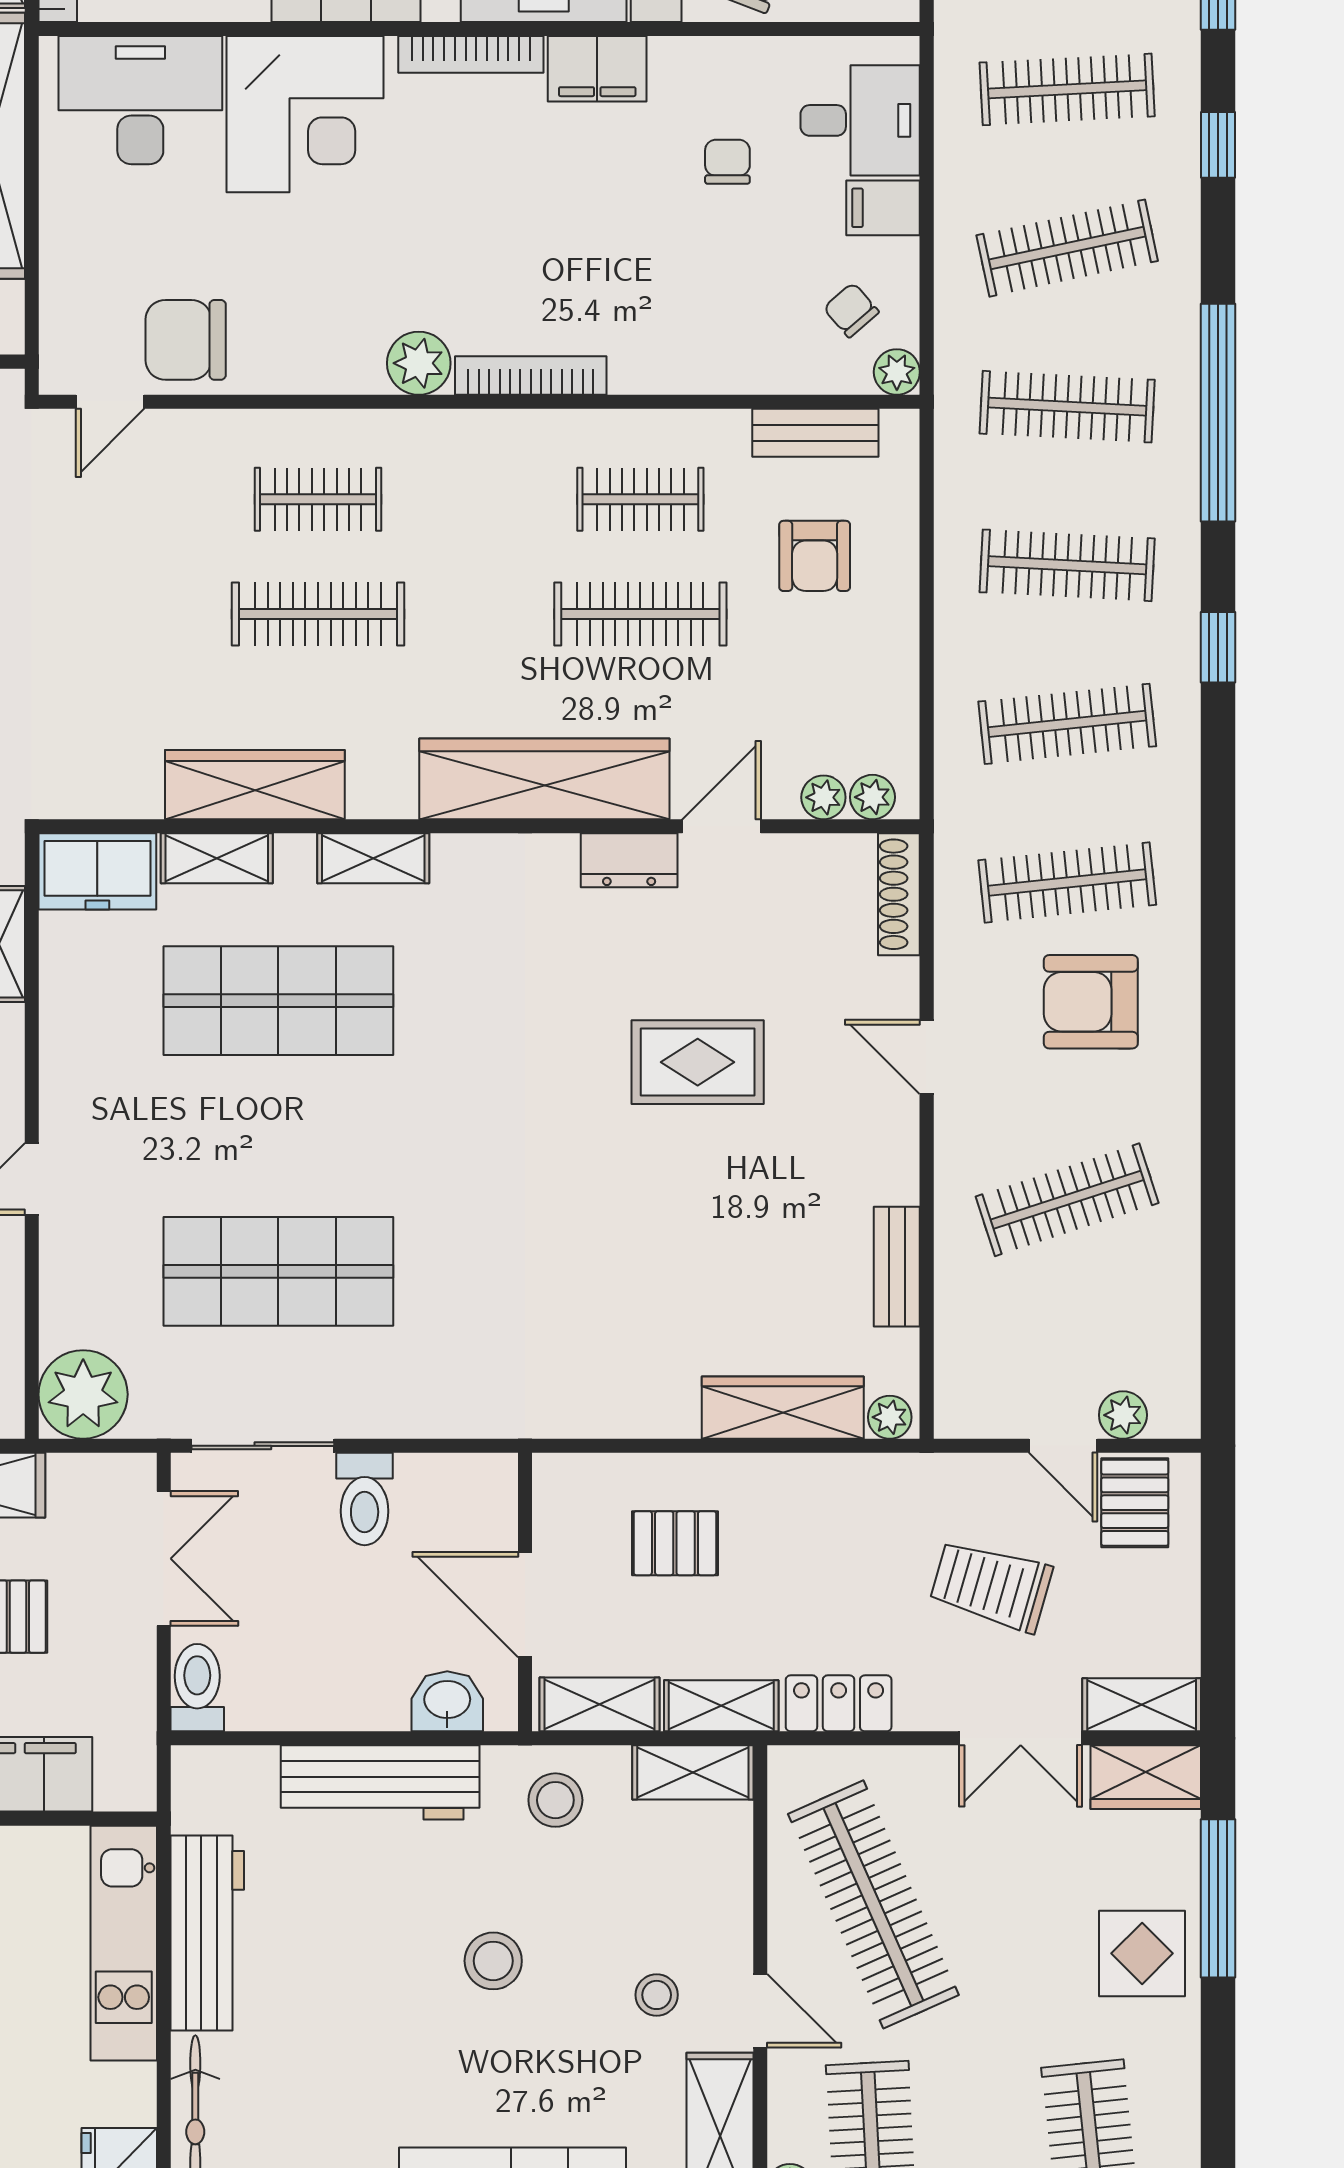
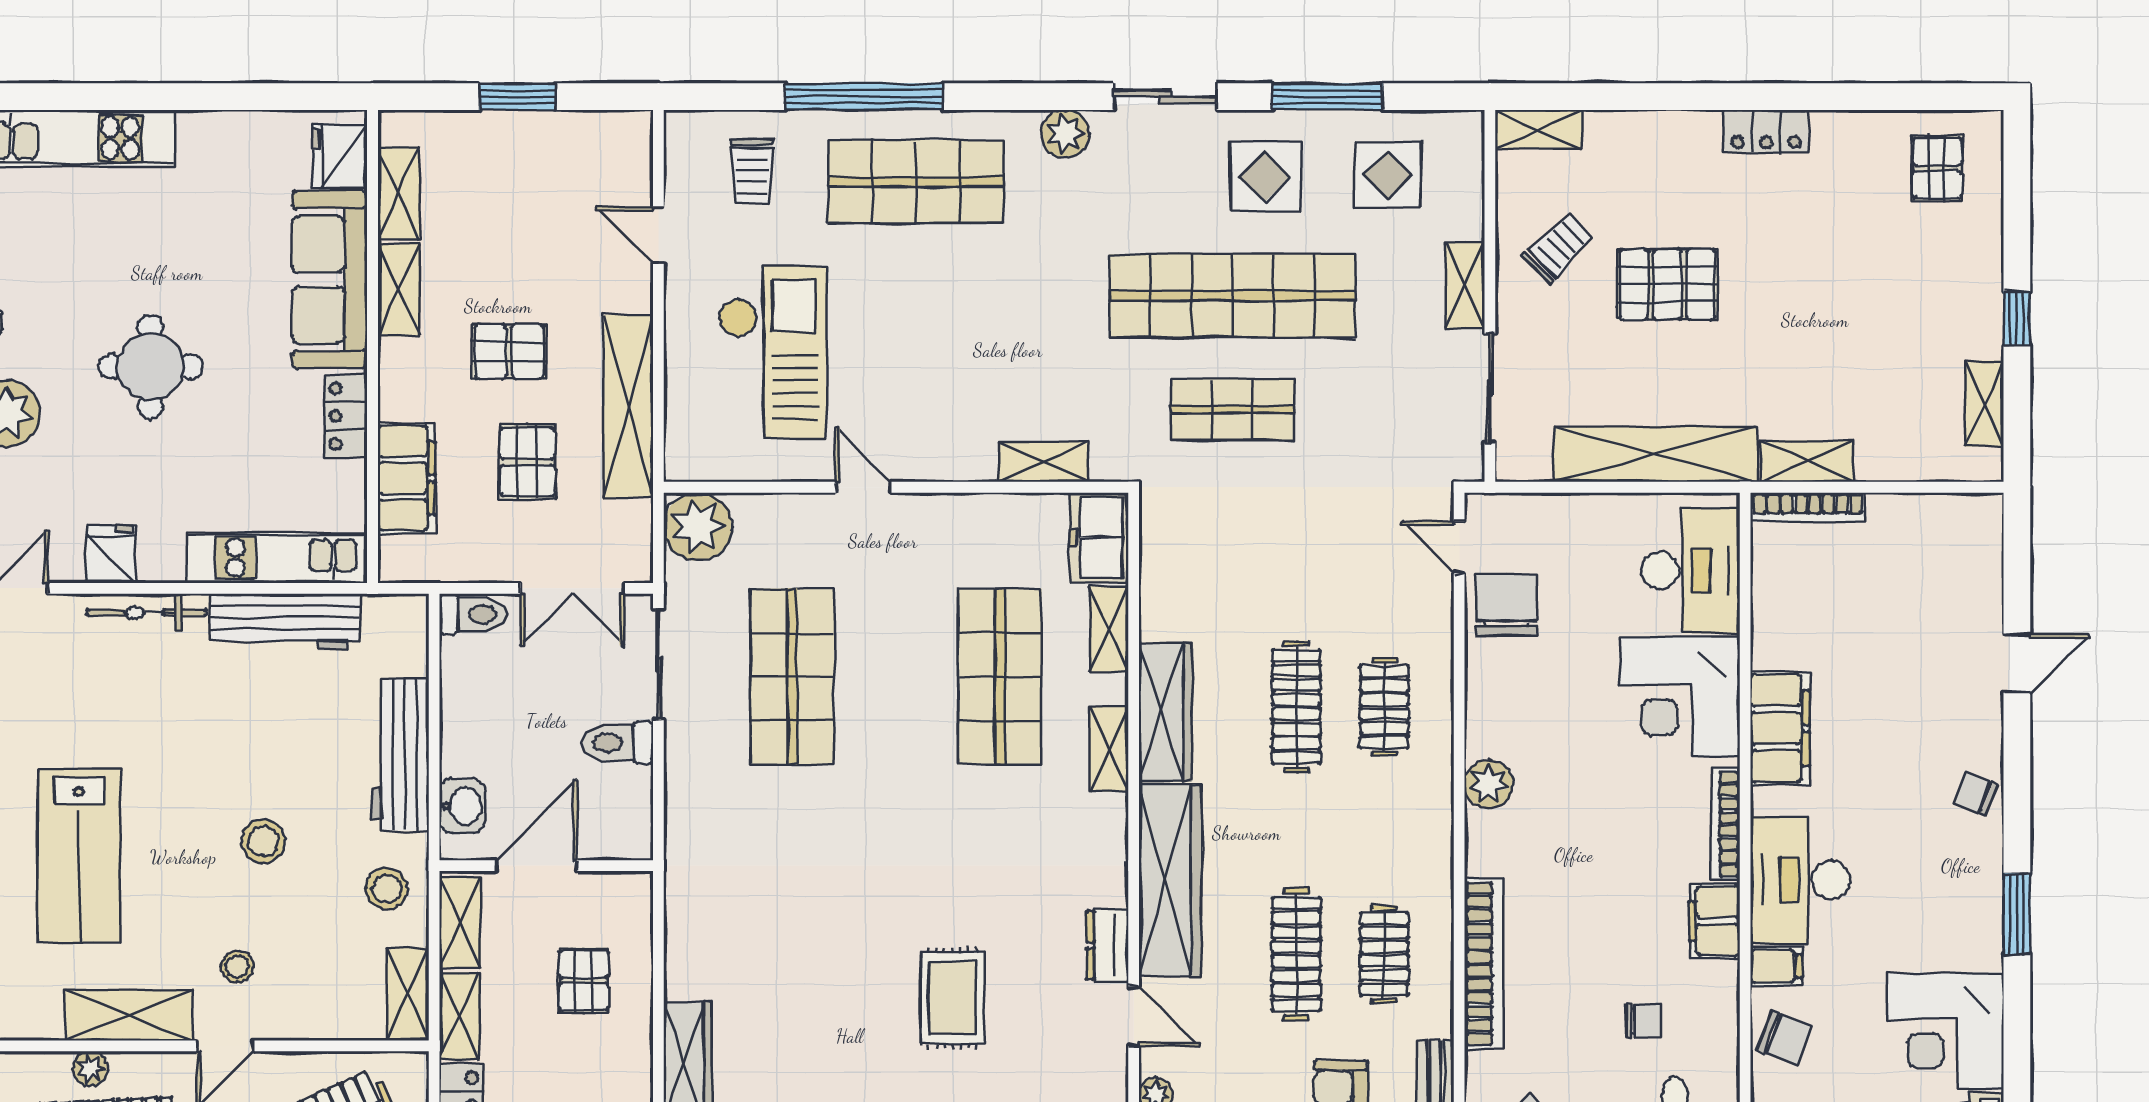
bookcase: (531, 376) -> (1484, 964), moved, width x1.48, depth x1.31
wardrobe: (255, 785) -> (1165, 712), moved

